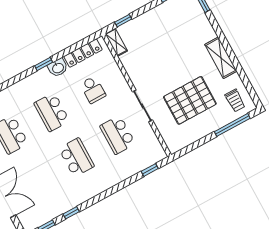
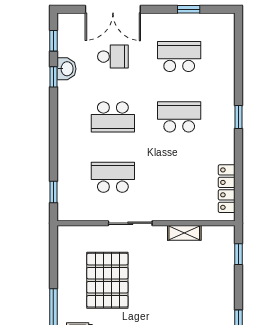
shelving: (116, 42) -> (184, 233), moved
window: (44, 64) -> (239, 117), moved
washbasin: (58, 68) -> (66, 69), moved, turned 180
school desk: (93, 90) -> (113, 57), moved, turned 180

